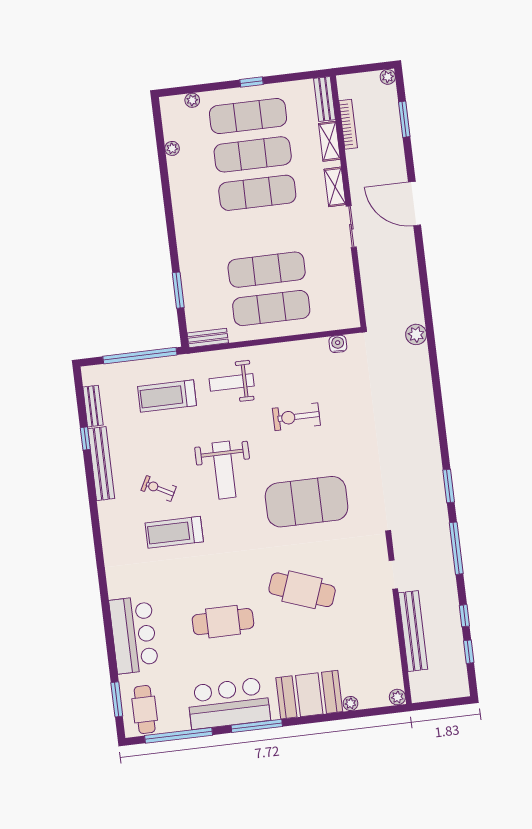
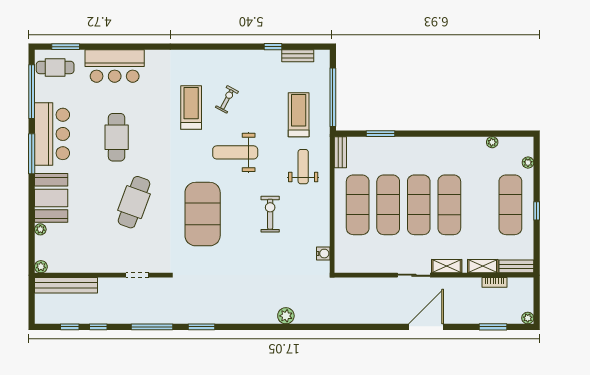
bookcase: (348, 124) -> (494, 282), width x0.64
exercise mat: (253, 154) -> (419, 205), moved
plant: (416, 334) -> (286, 316), moved
bench: (101, 464) -> (252, 57), removed
bench: (413, 631) -> (66, 285), moved

